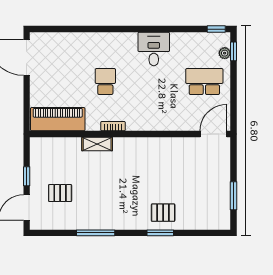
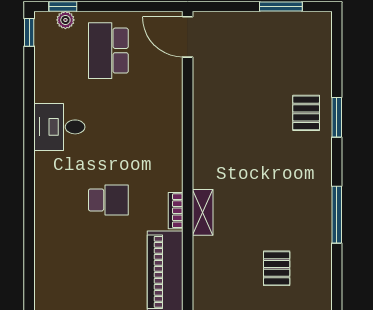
school desk: (105, 82) -> (108, 200), turned 180
bookcase: (113, 126) -> (176, 211), moved

